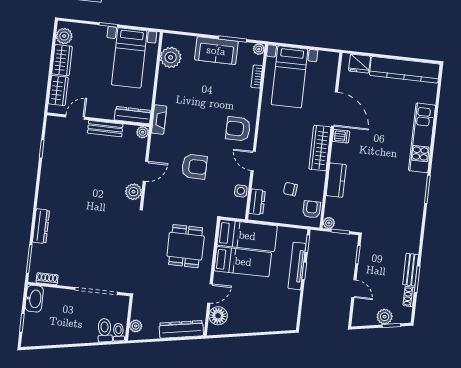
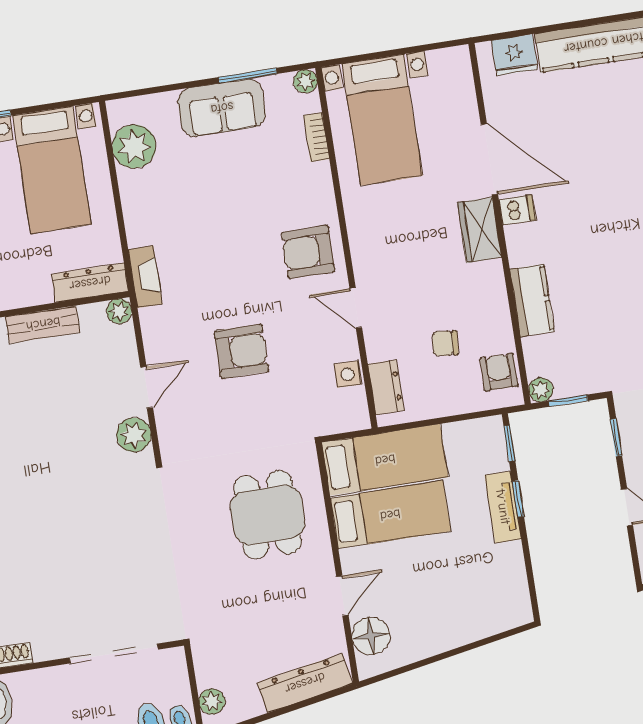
wardrobe: (320, 148) -> (479, 230), width x0.67
tv unit: (297, 266) -> (503, 507), width x0.71

